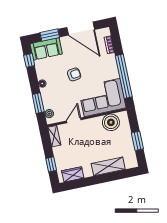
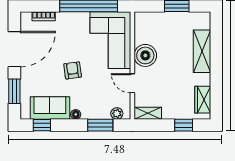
sofa: (46, 49) -> (50, 108), moved, turned -90
boiler: (111, 122) -> (145, 55), moved

